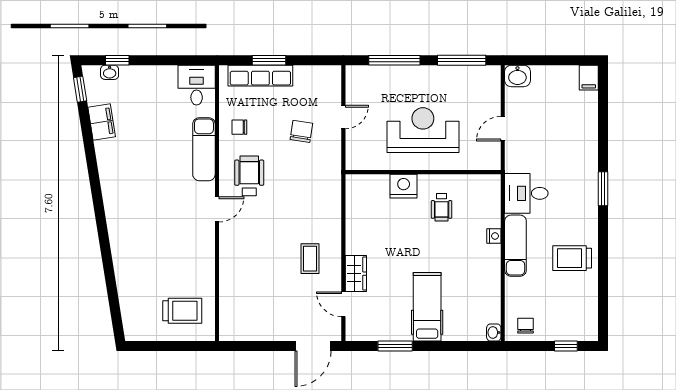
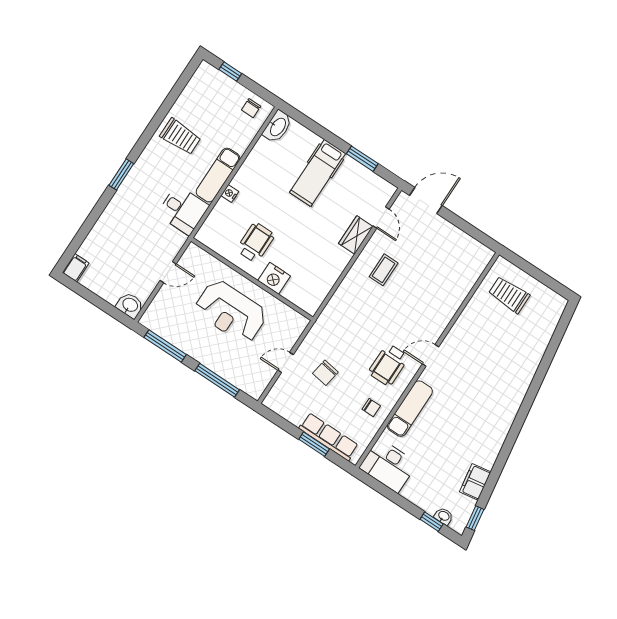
desk: (197, 85) -> (388, 465), width x1.37
wheelchair: (442, 207) -> (256, 243), width x1.36, depth x1.37
washbasin: (494, 333) -> (277, 127), width x1.91, depth x1.45

